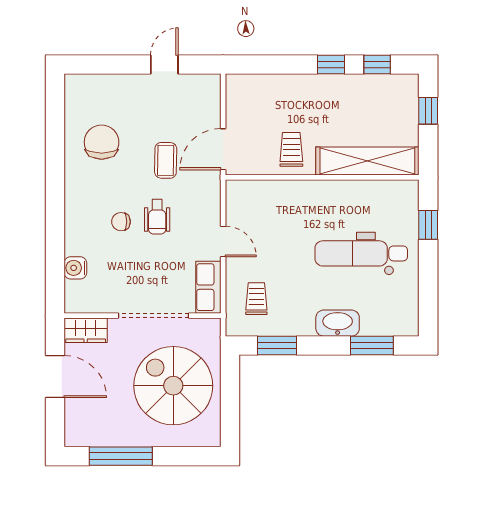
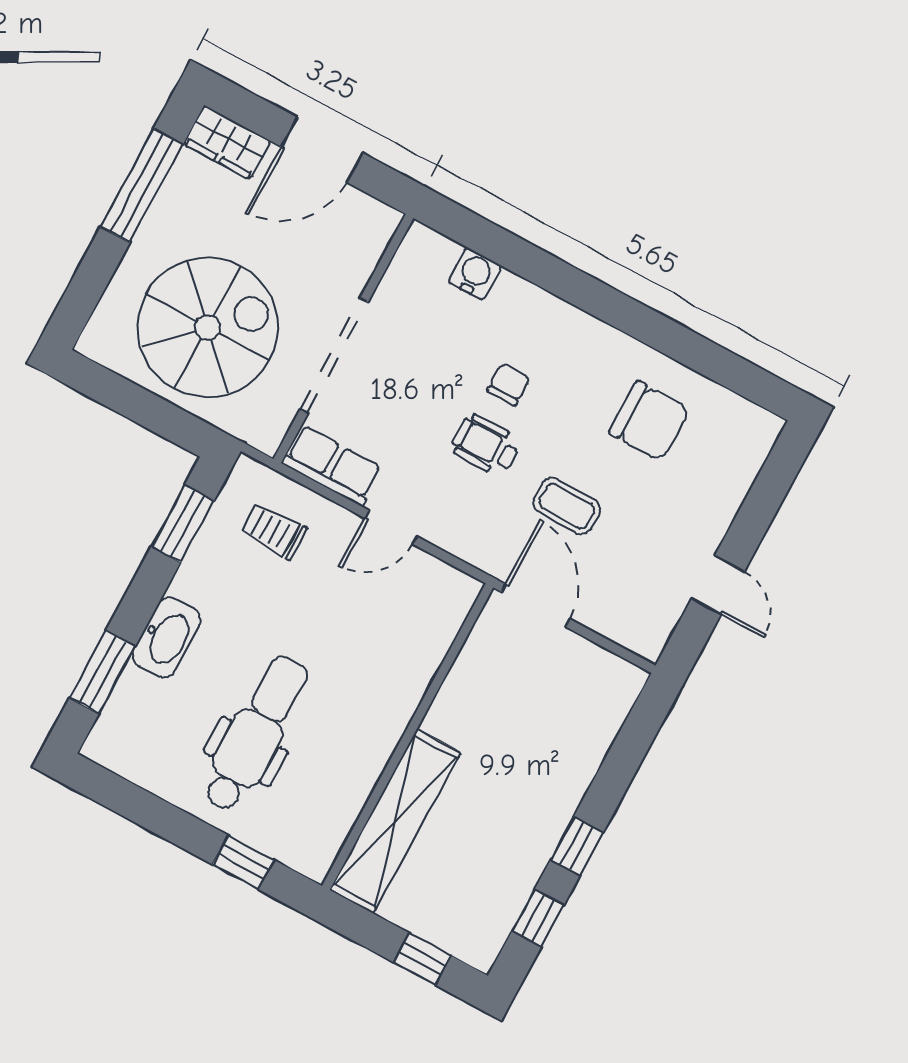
trolley: (291, 149) -> (478, 712), removed
trolley: (256, 299) -> (273, 531), turned 180
wardrobe: (86, 330) -> (227, 142), moved, turned -90

